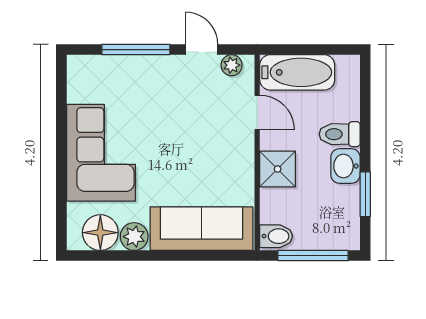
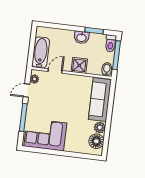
toilet: (340, 134) -> (111, 43), moved
corner sofa: (101, 153) -> (45, 135), moved

